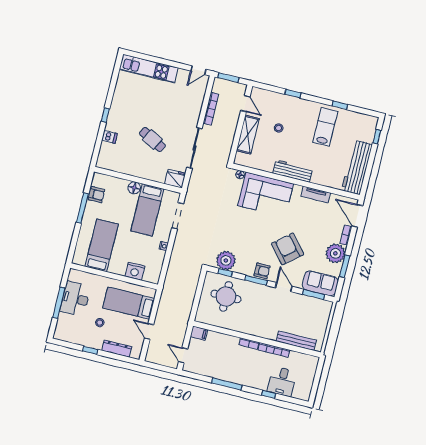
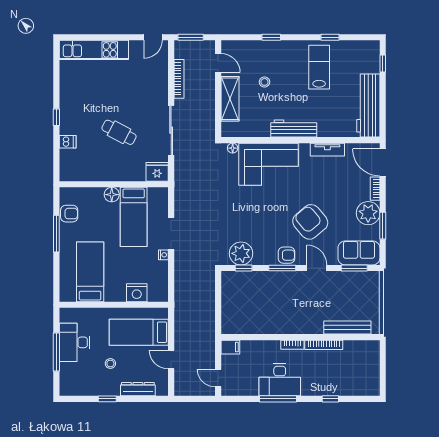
doorway: (178, 216) -> (171, 233), moved
round table: (226, 296) -> (252, 296), removed
desk: (282, 381) -> (280, 380), moved, width x1.37

